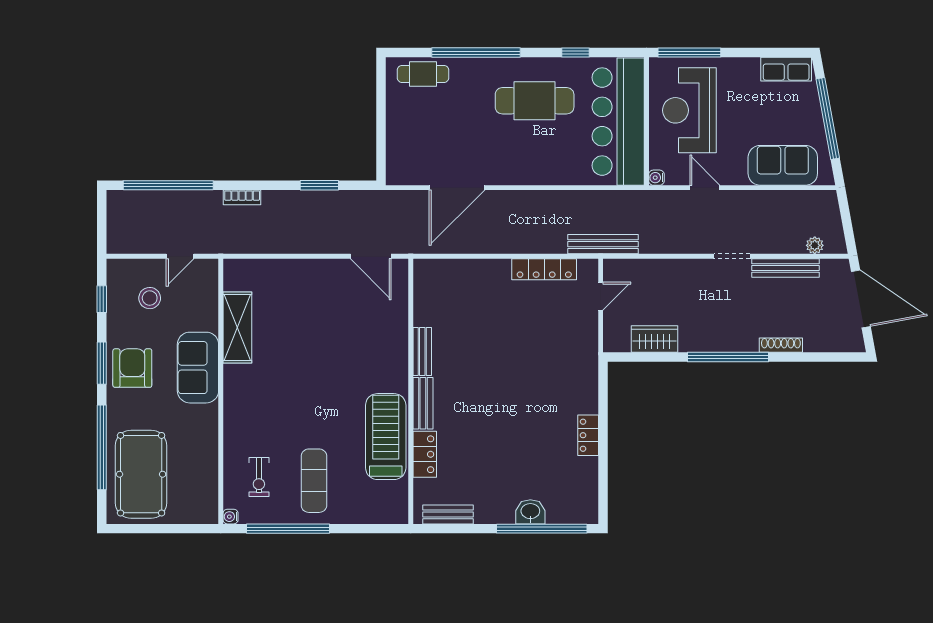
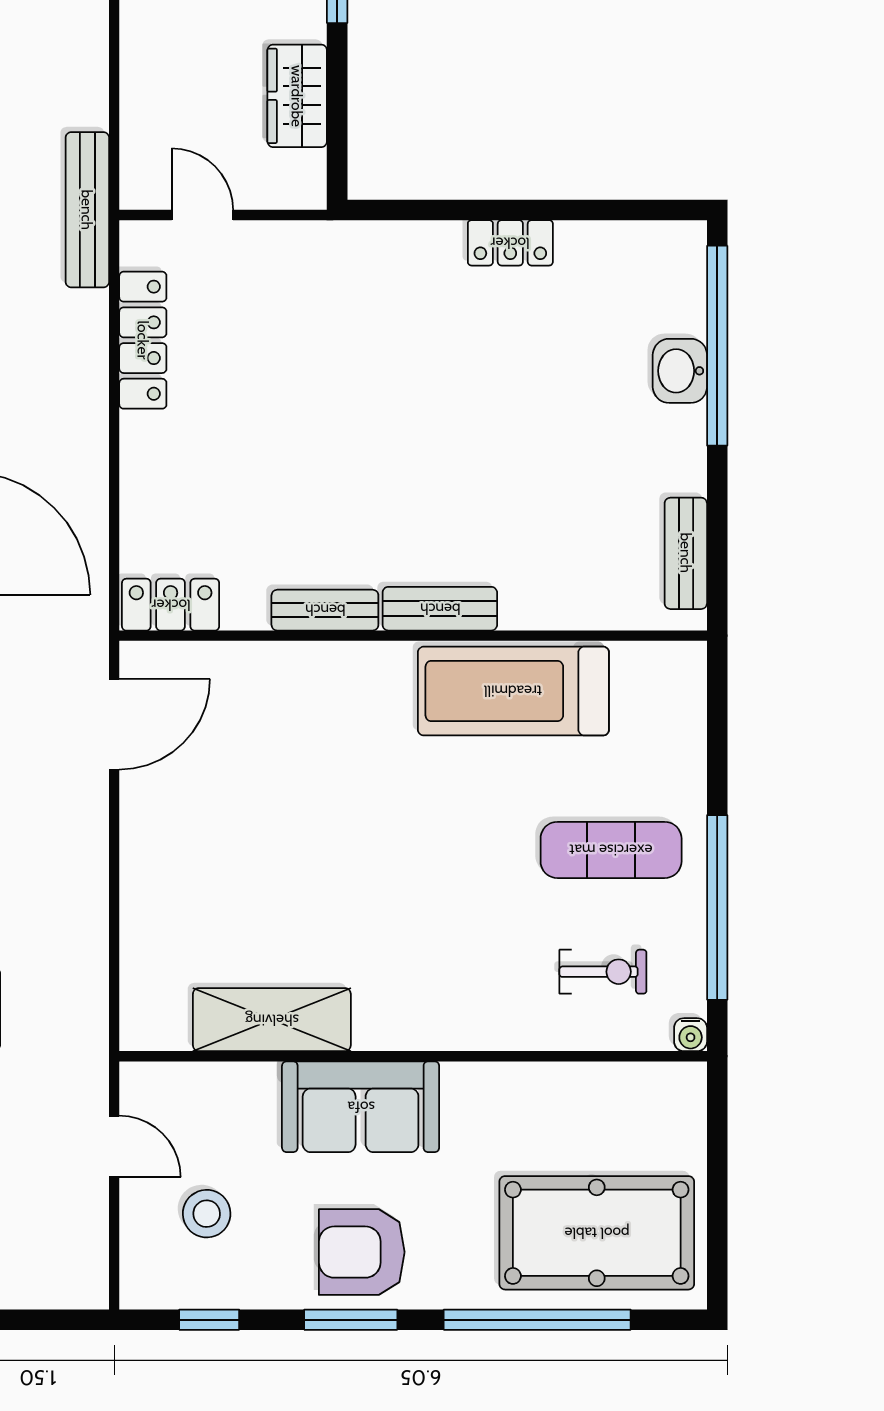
locker: (425, 454) -> (171, 605), moved

